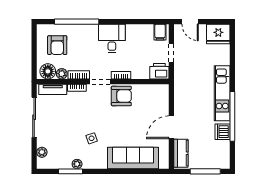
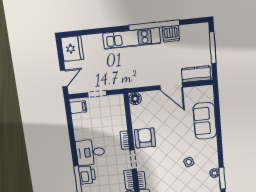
printer: (159, 71) -> (87, 175), moved, turned 180
floor lamp: (163, 90) -> (135, 99), added
sofa: (133, 158) -> (205, 121), width x0.73

